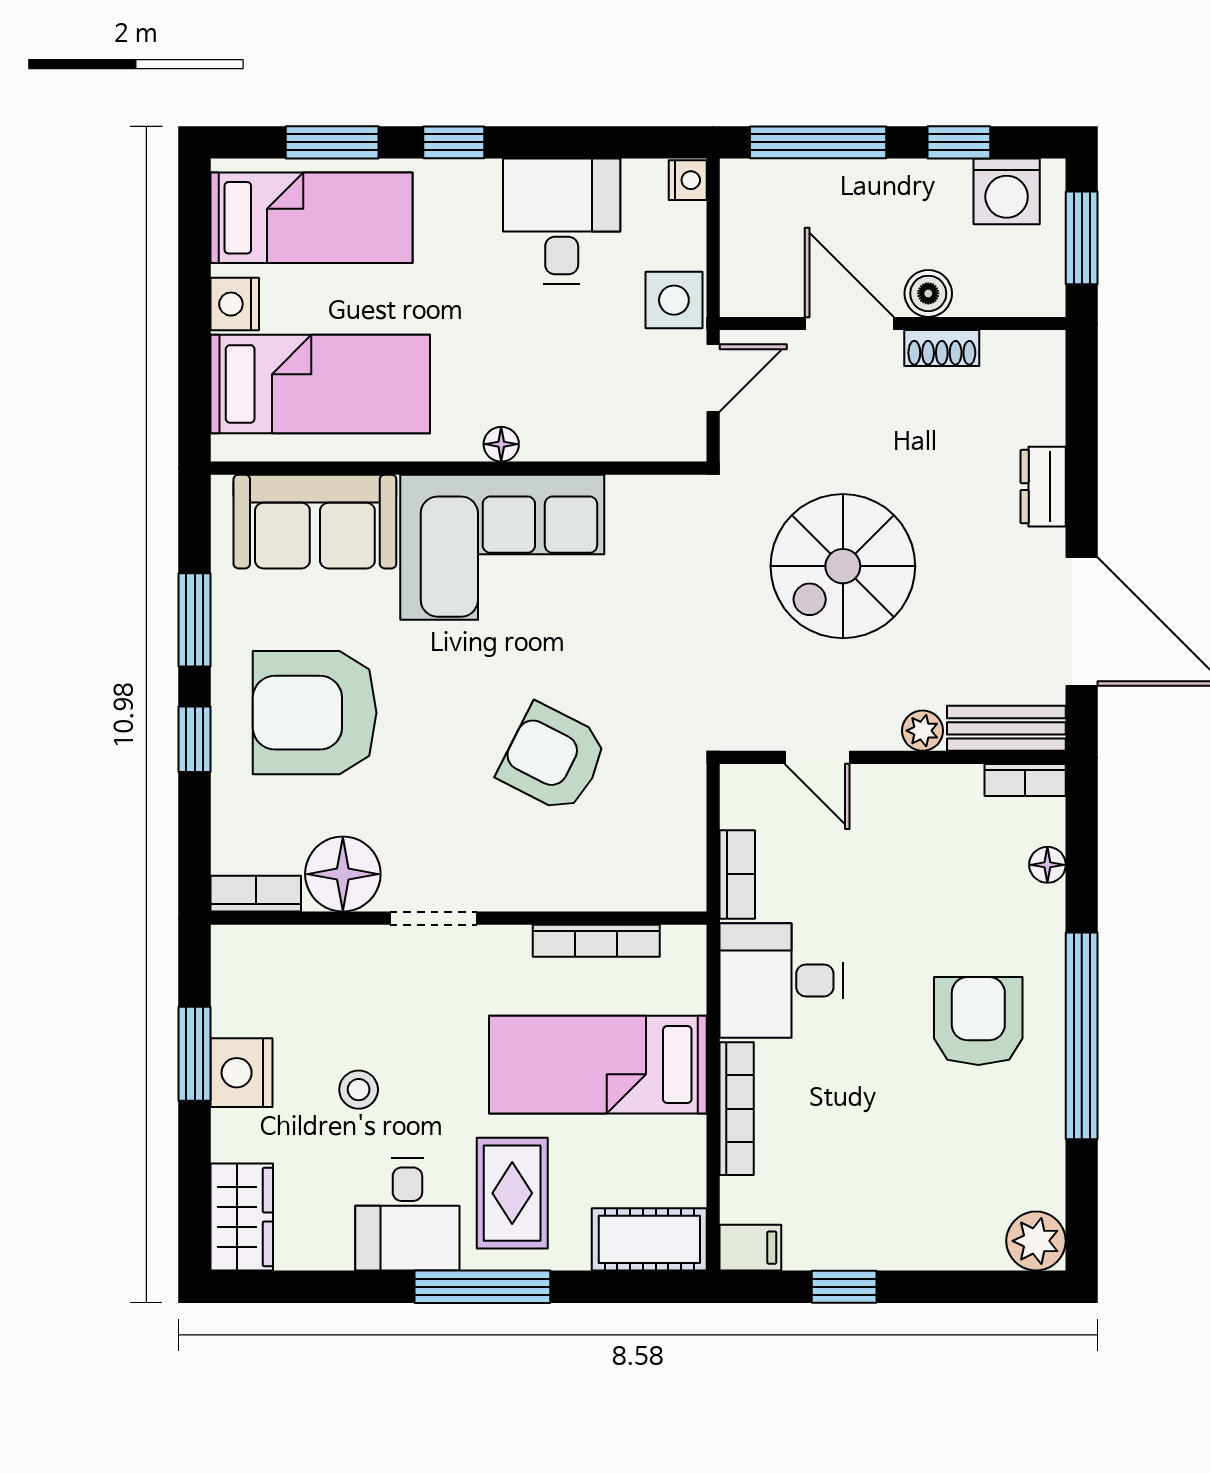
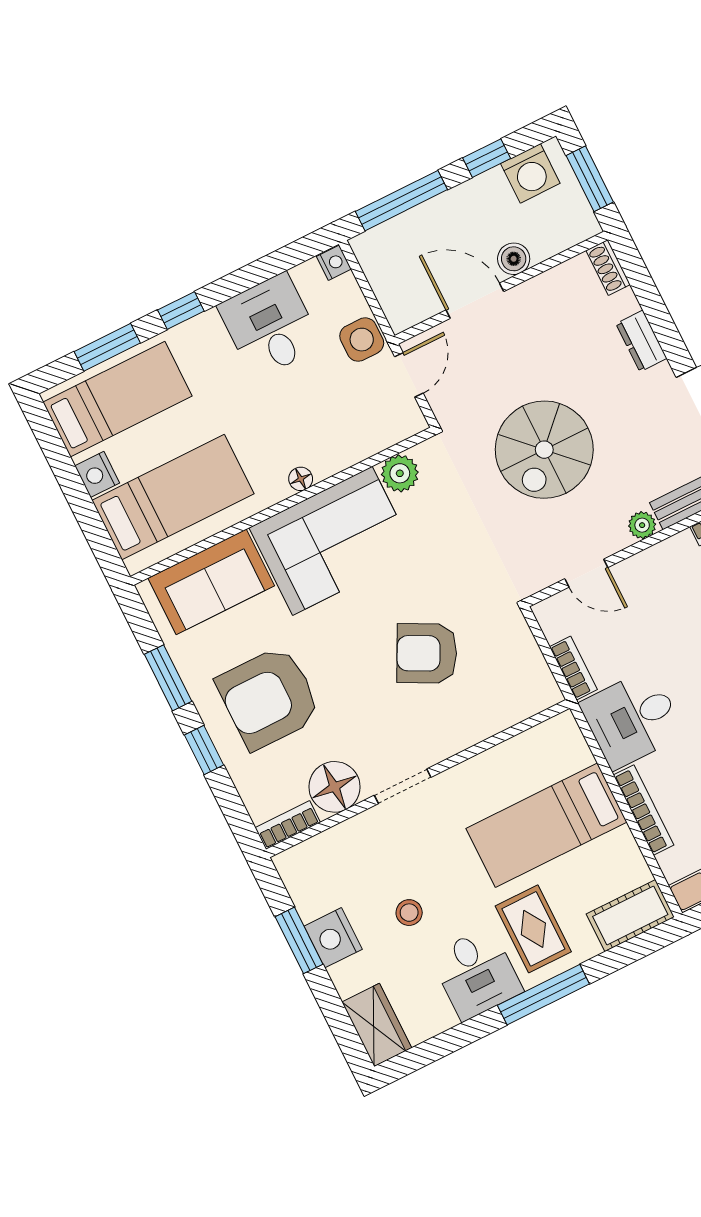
shoe rack: (942, 348) -> (608, 267), moved, turned 90
plant: (636, 502) -> (400, 473), added
bookcase: (596, 941) -> (508, 751), removed

